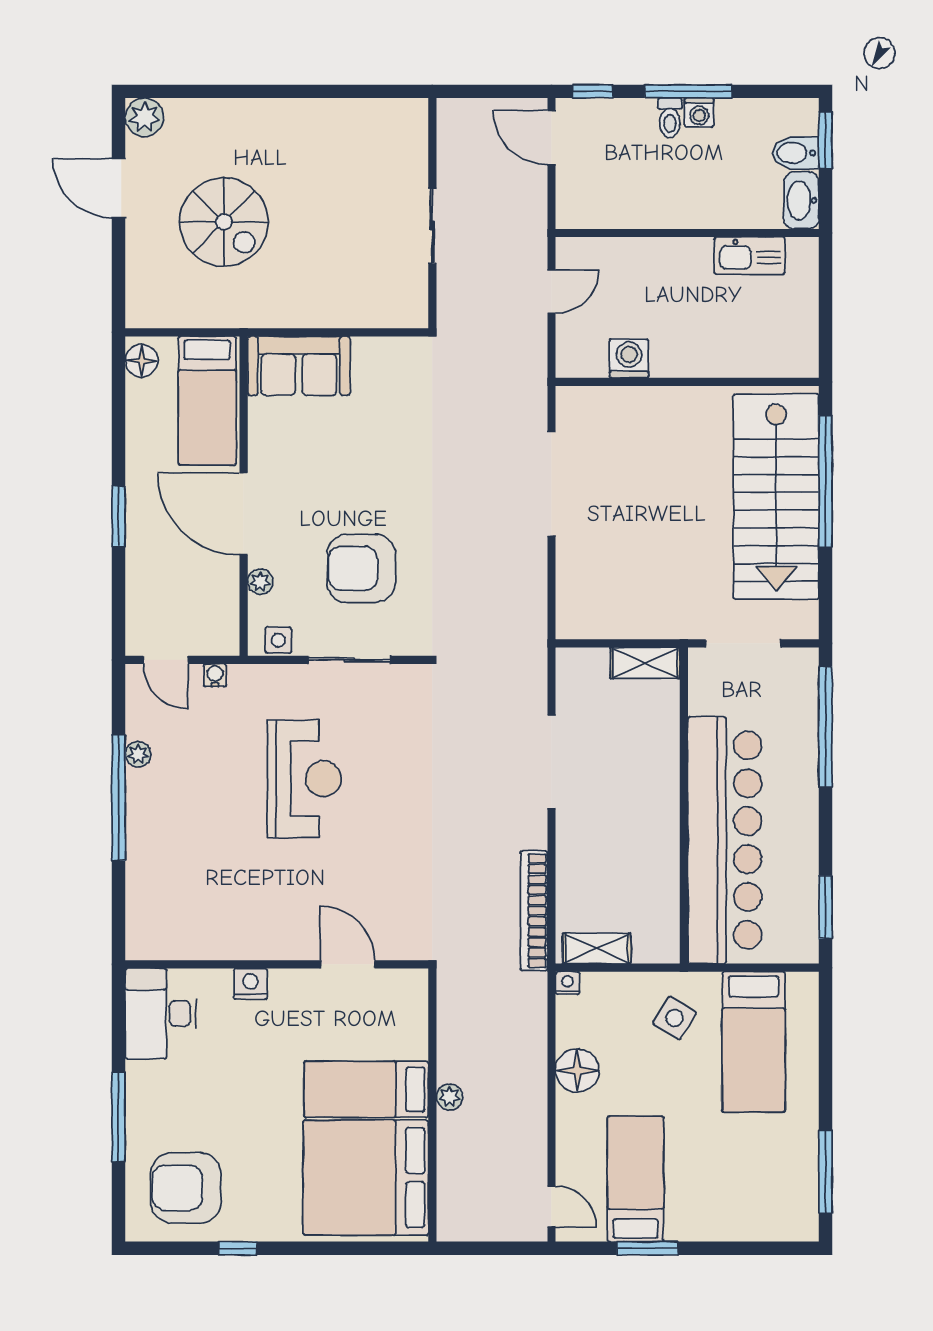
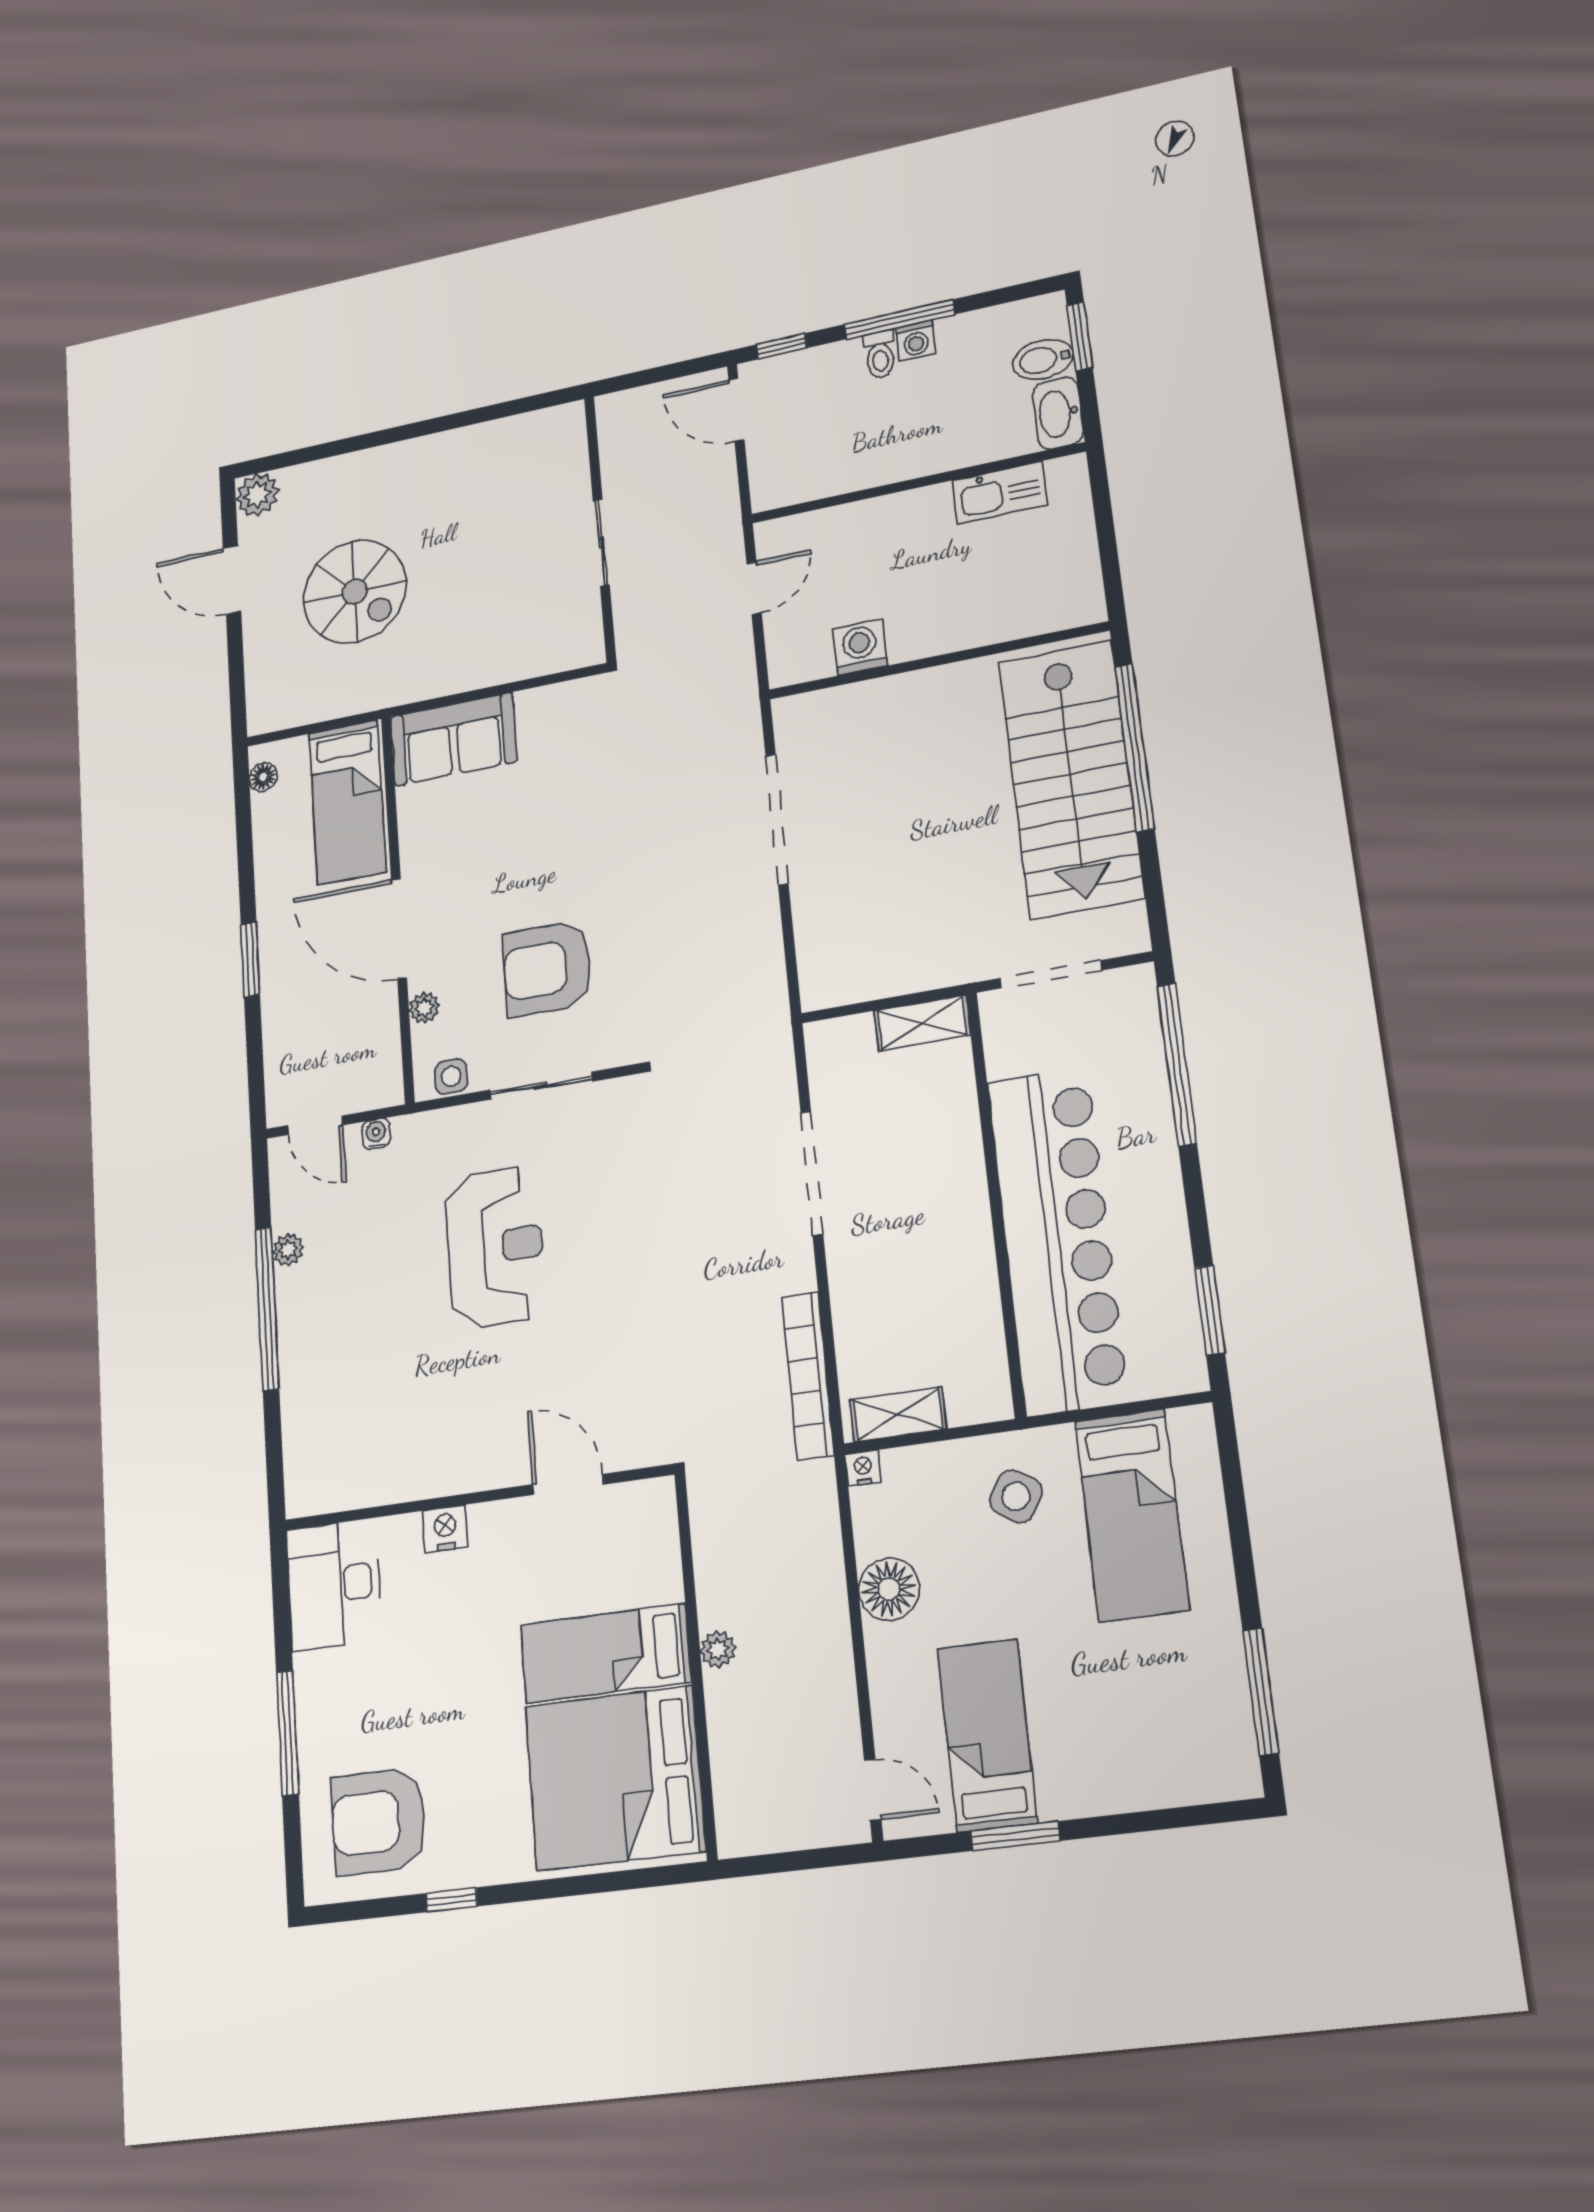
floor lamp: (142, 361) -> (263, 777), width x0.73, depth x0.73

